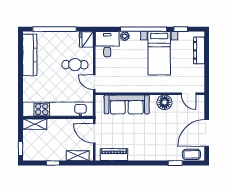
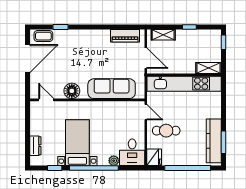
dresser: (199, 50) -> (35, 146), width x0.70
window: (21, 54) -> (224, 142), added

